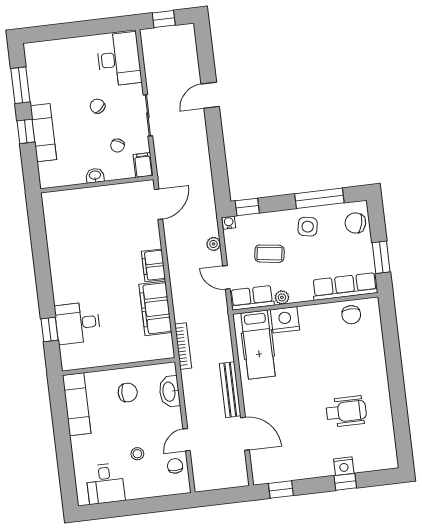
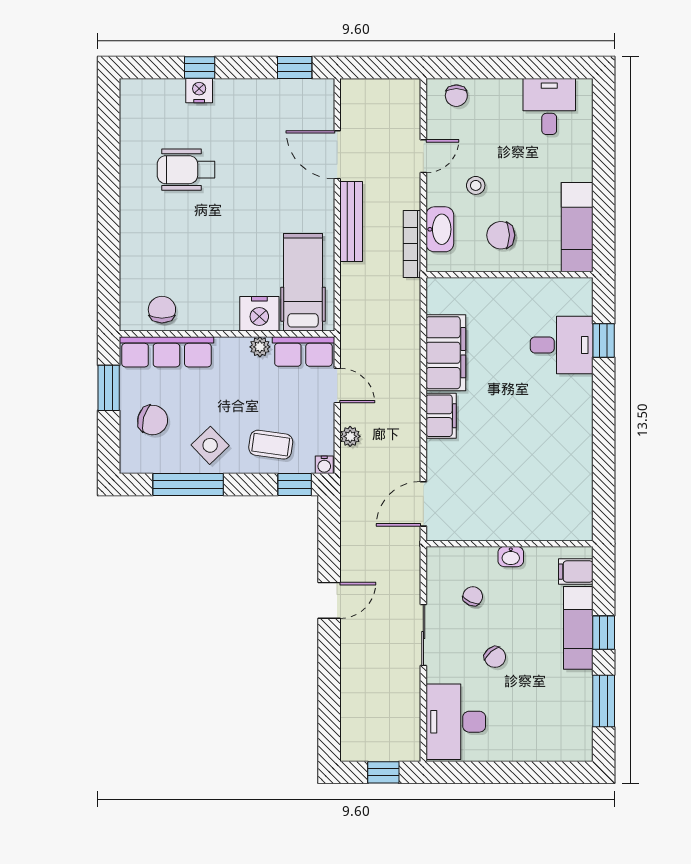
door: (210, 95) -> (329, 600), moved
filing cabinet: (143, 165) -> (576, 572), moved, turned 90
chair: (355, 223) -> (153, 420), moved
side table: (308, 227) -> (210, 445), turned 36
coffee table: (269, 254) -> (271, 445), moved
bookcase: (183, 346) -> (412, 244), moved
stool: (137, 454) -> (476, 185), moved
chair: (175, 466) -> (456, 96), moved

